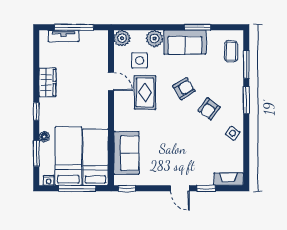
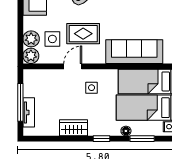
plant: (155, 38) -> (31, 39), moved
side table: (89, 101) -> (92, 88), added
sofa: (126, 153) -> (134, 52), width x1.36

